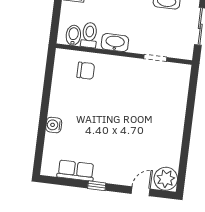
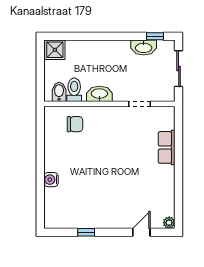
row of seats: (76, 171) -> (167, 147), moved, turned -90
plant: (166, 179) -> (169, 223), width x0.53, depth x0.53
window: (97, 186) -> (86, 232), moved

